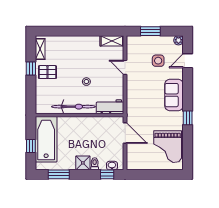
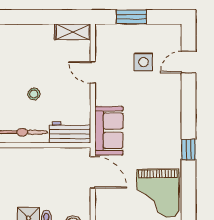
plant: (178, 40) -> (174, 31), removed
sofa: (174, 95) -> (109, 131), moved, turned 180

